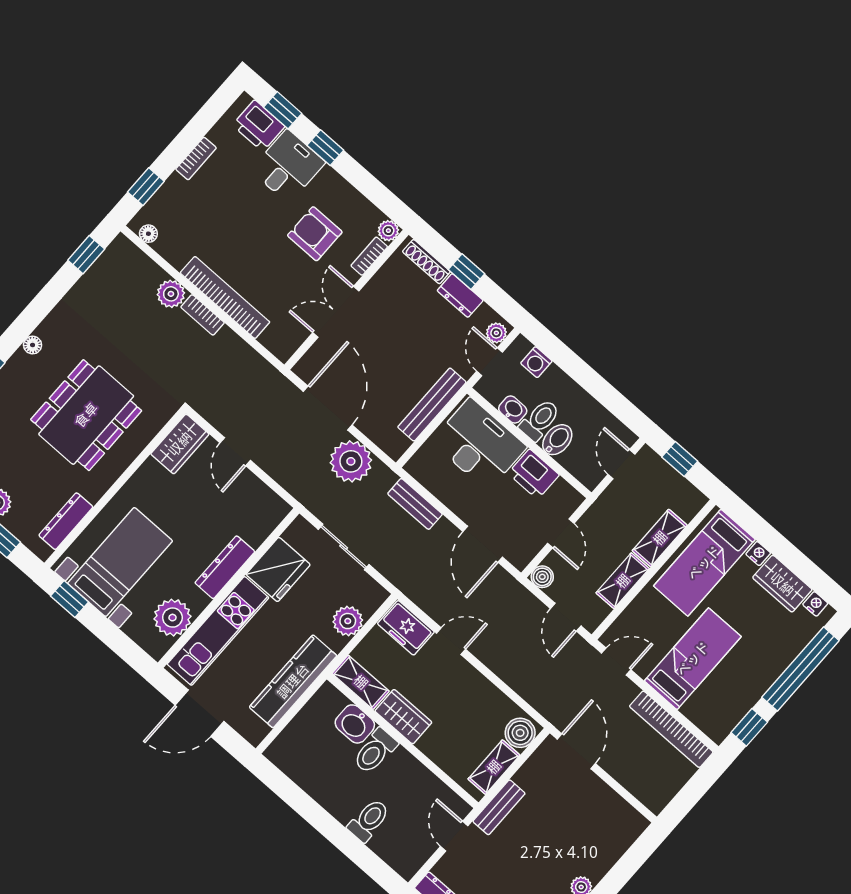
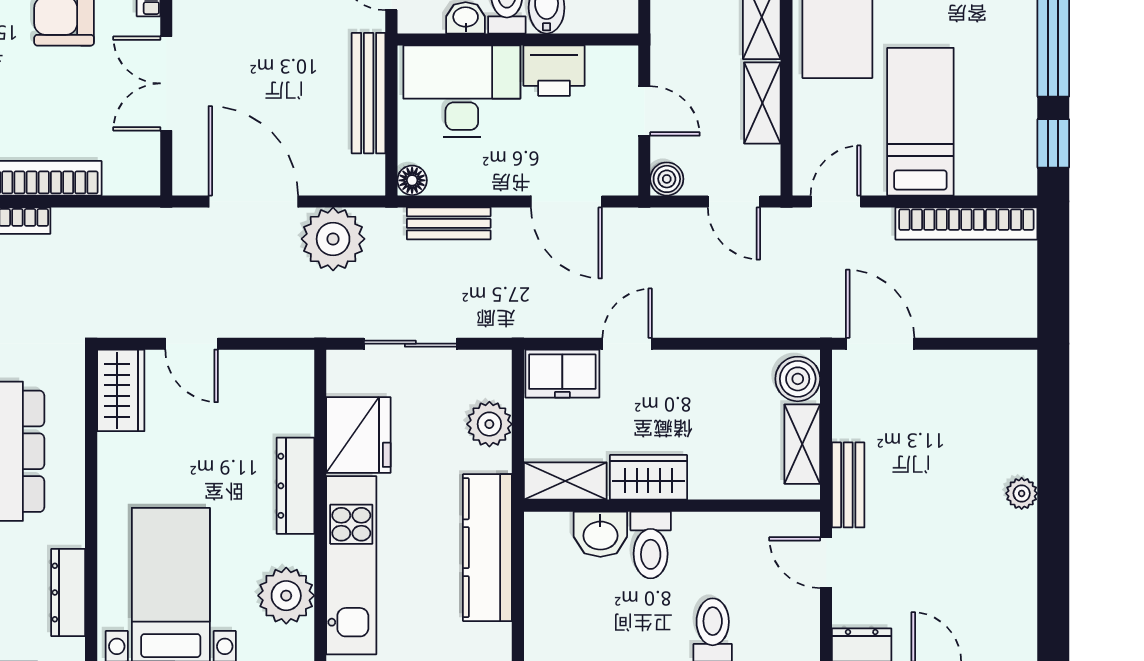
floor lamp: (416, 467) -> (412, 180), added

